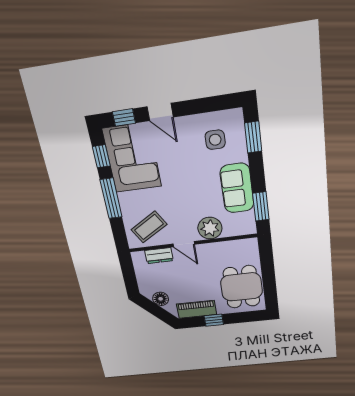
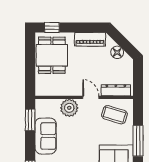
coffee table: (149, 227) -> (114, 115), turned 48
dresser: (159, 256) -> (116, 90), width x1.44
window: (214, 320) -> (52, 28), moved

